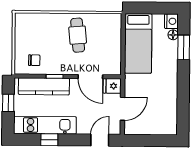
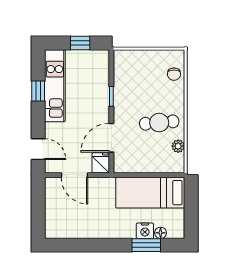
plant: (98, 19) -> (178, 146), added
nightstand: (171, 21) -> (145, 231), moved
chair: (34, 60) -> (174, 74), moved
kitchen counter: (44, 86) -> (100, 84), removed

